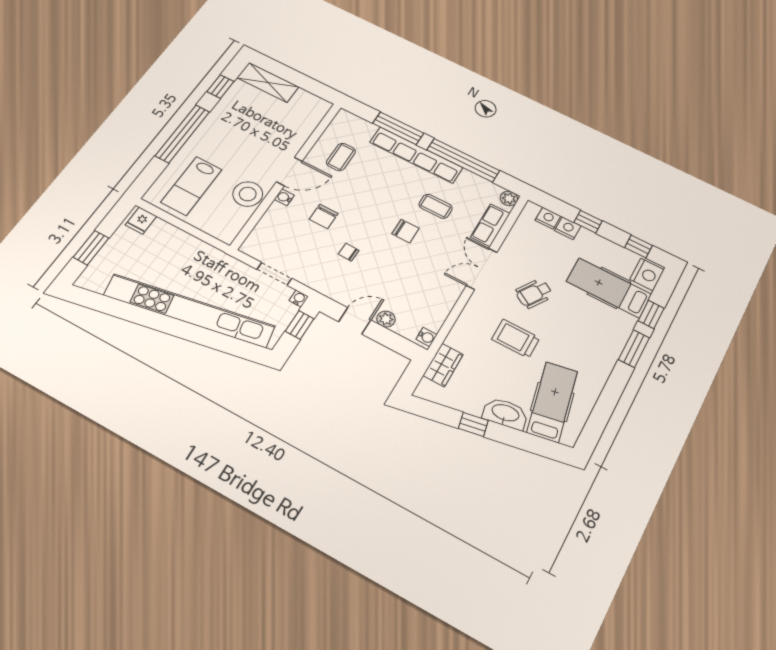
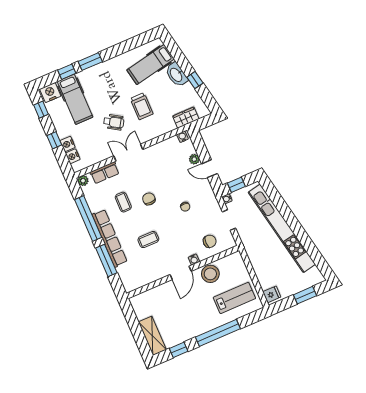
coffee table: (341, 157) -> (148, 240), moved
door: (289, 172) -> (181, 273), swing flipped
chair: (324, 216) -> (210, 241), moved
double door: (482, 269) -> (128, 153), swing flipped

